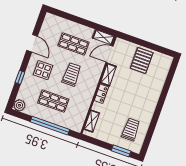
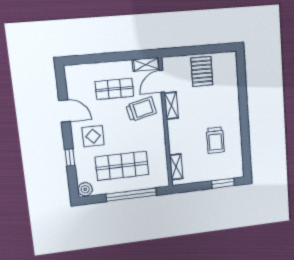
trolley: (72, 74) -> (141, 109), moved, turned 77
locker: (101, 94) -> (173, 131), removed
shop shelf: (53, 101) -> (122, 166), width x1.43, depth x1.36
trolley: (131, 130) -> (215, 140), moved, turned 180

